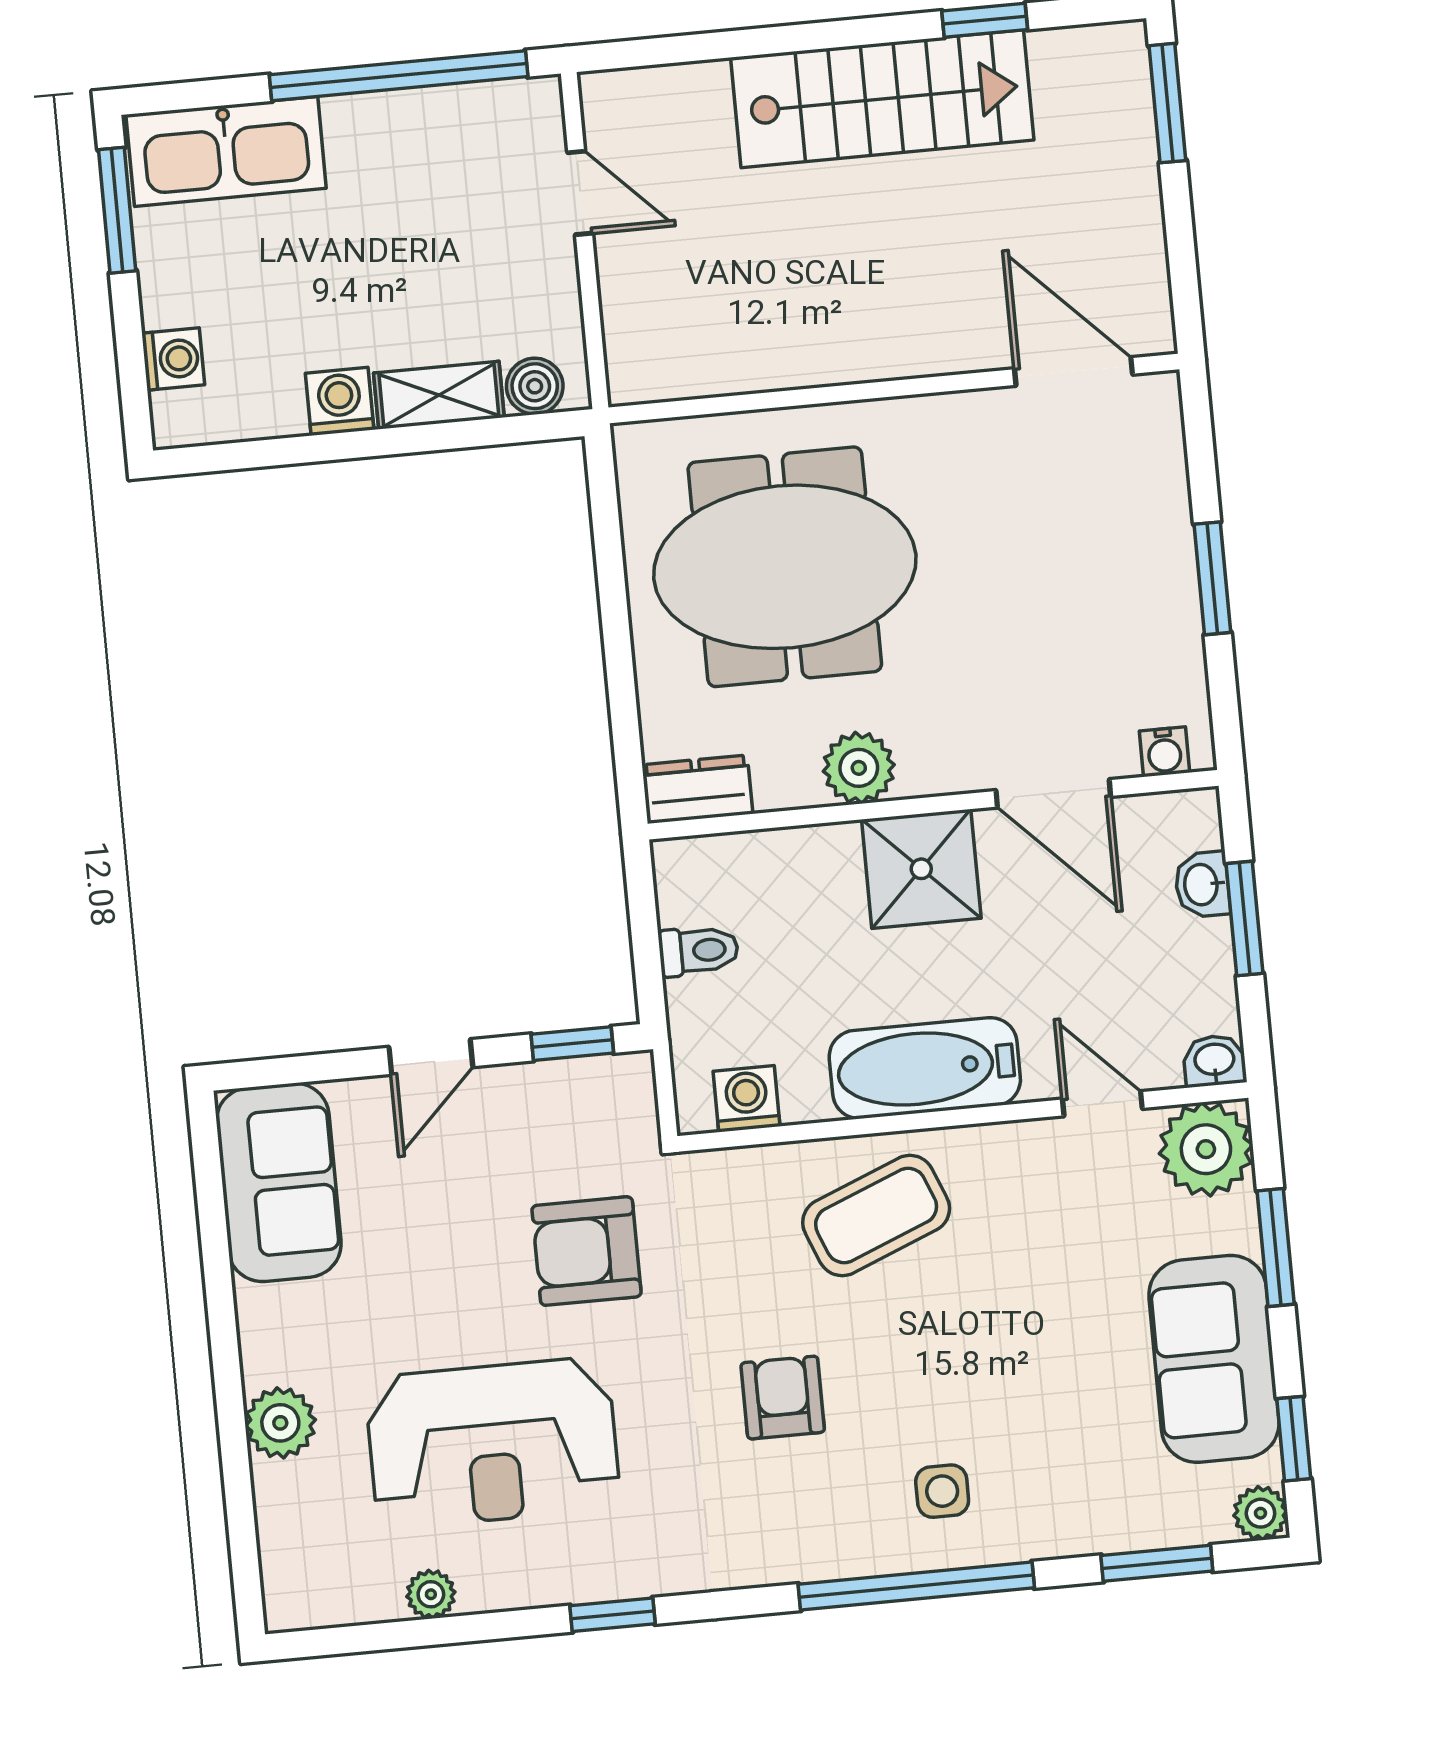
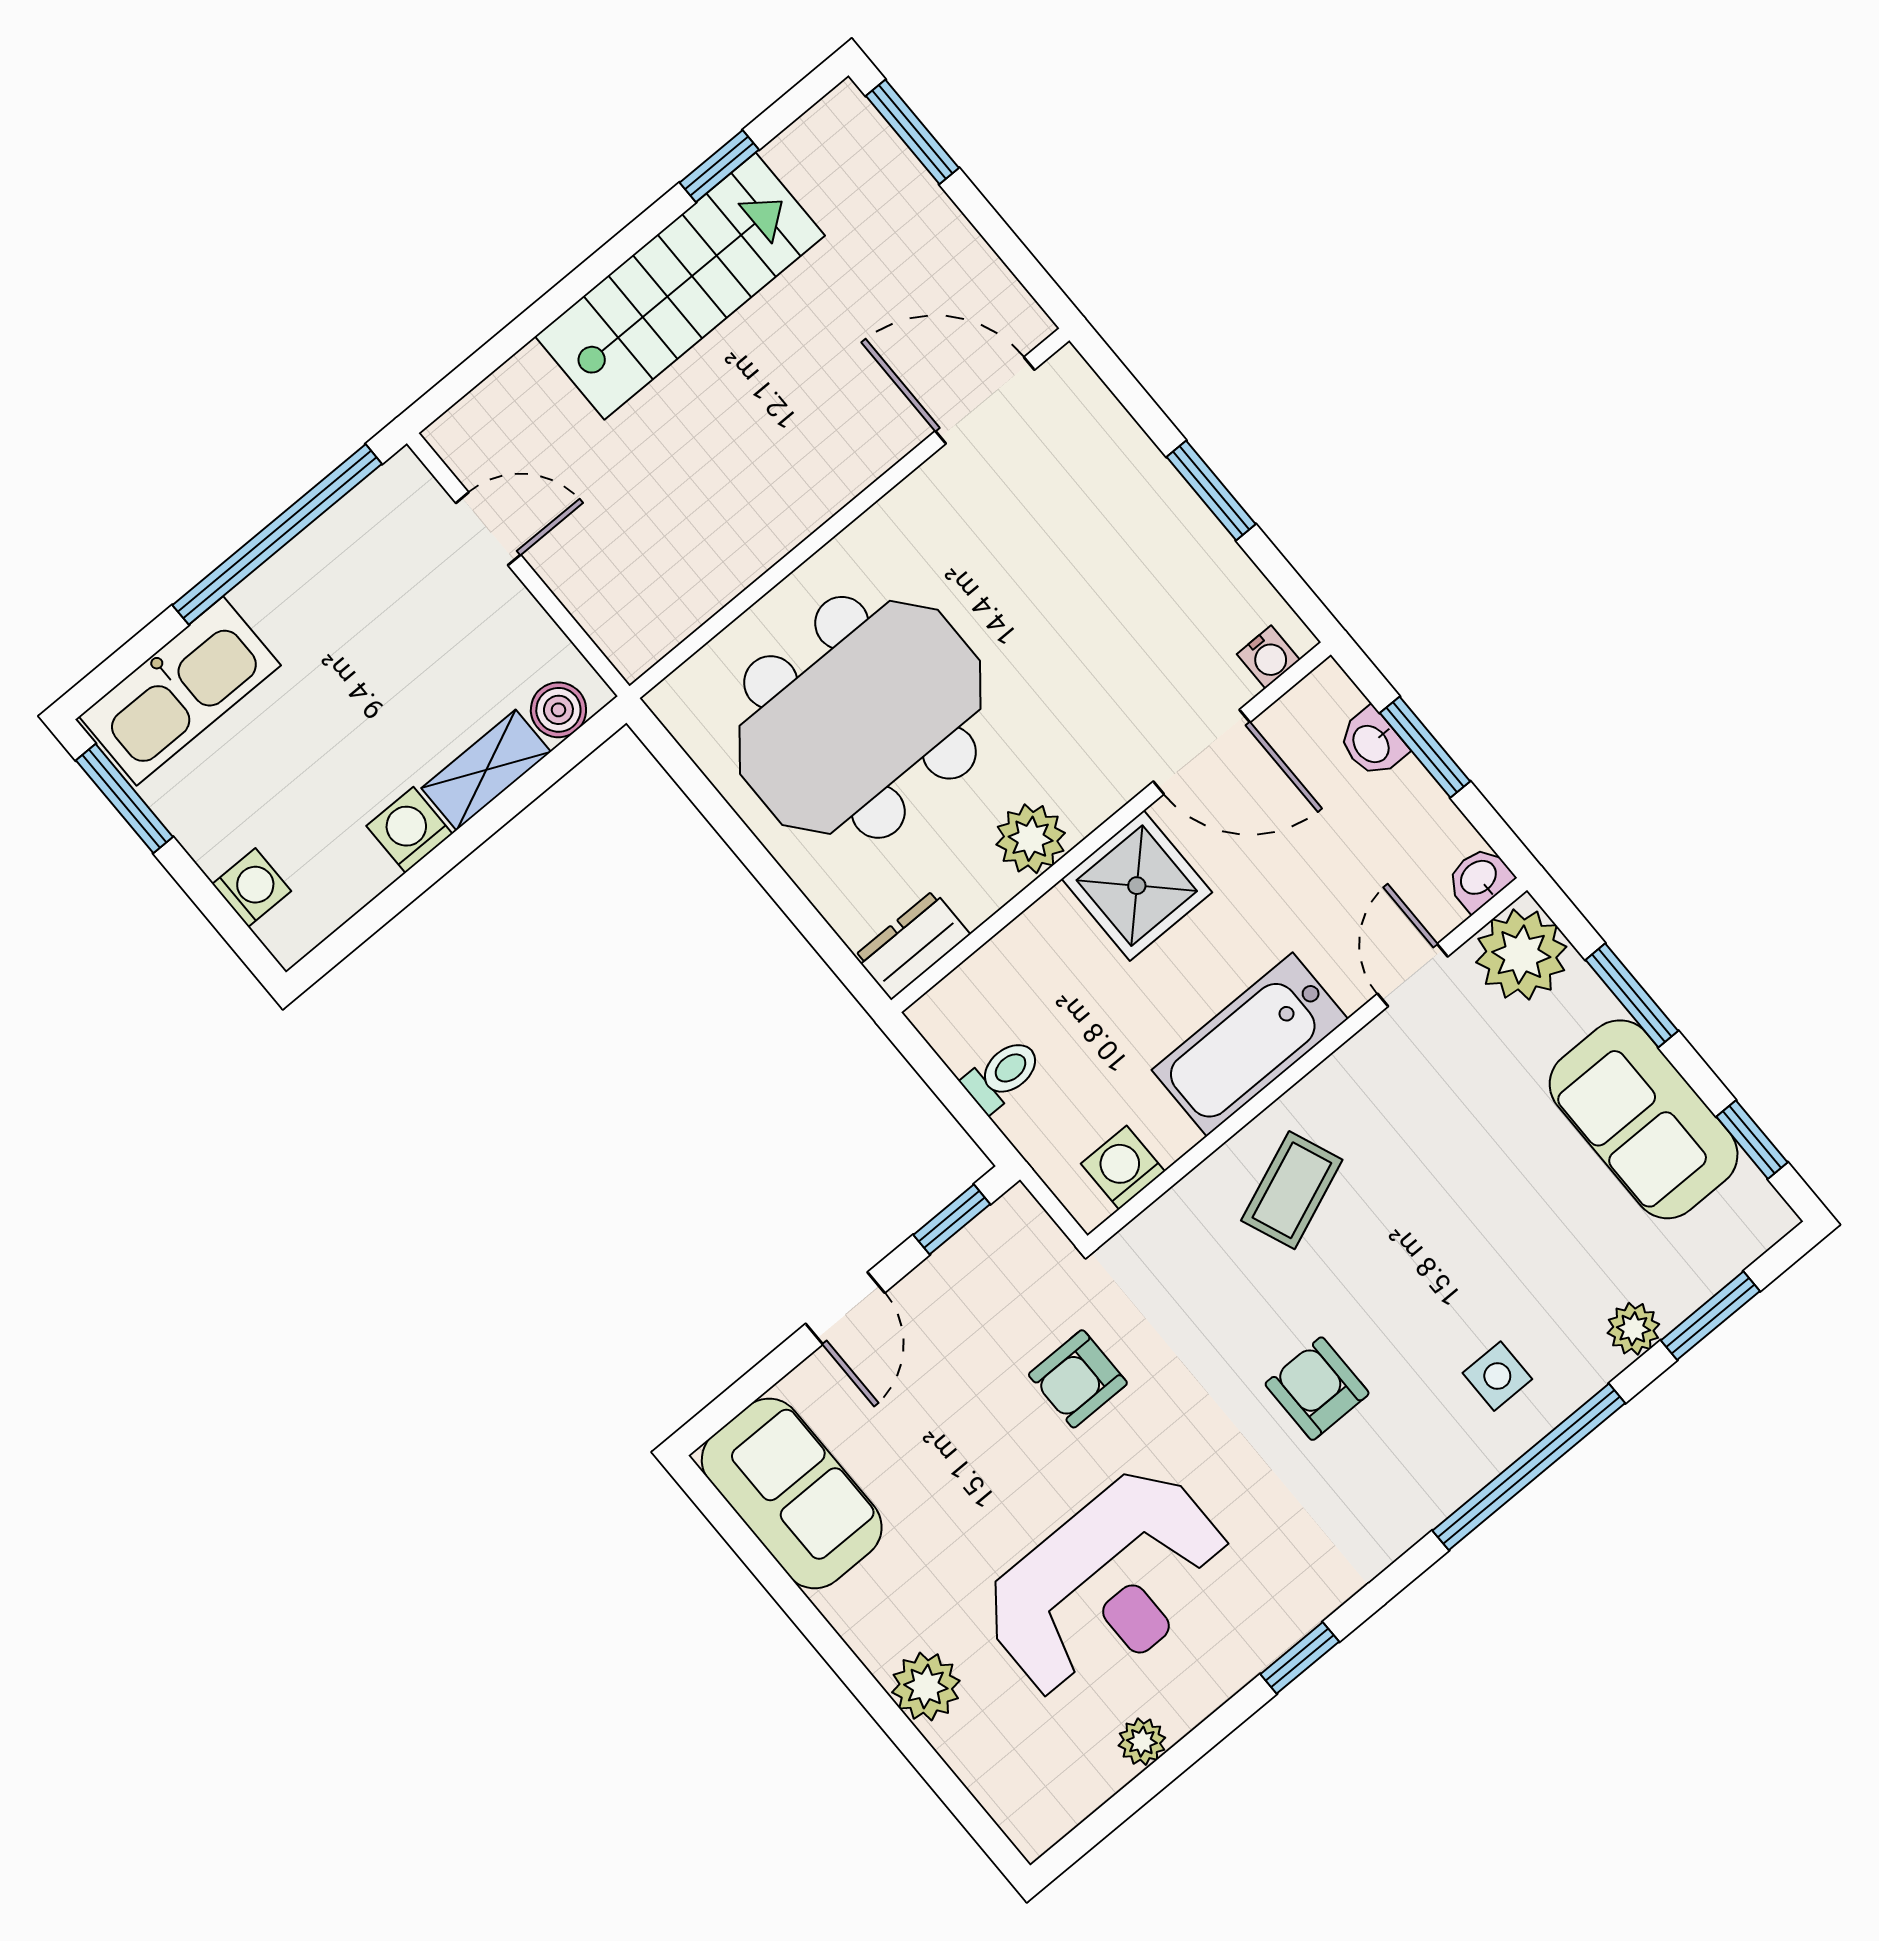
door: (1102, 1104) -> (1413, 975), hinge flipped
coffee table: (876, 1215) -> (1292, 1190), width x0.73, depth x0.77
armchair: (586, 1251) -> (1078, 1379), width x0.72, depth x0.72
plant: (1260, 1513) -> (1633, 1329), moved

